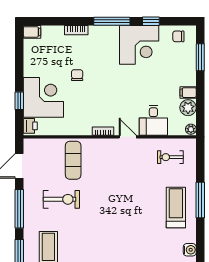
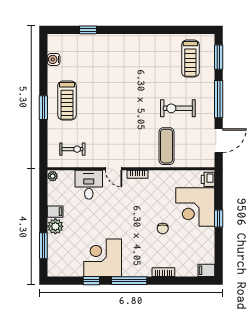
chair: (178, 36) -> (65, 266), removed
window: (19, 101) -> (219, 218), moved
plant: (188, 108) -> (55, 226), moved
window: (200, 200) -> (43, 108), width x0.69

